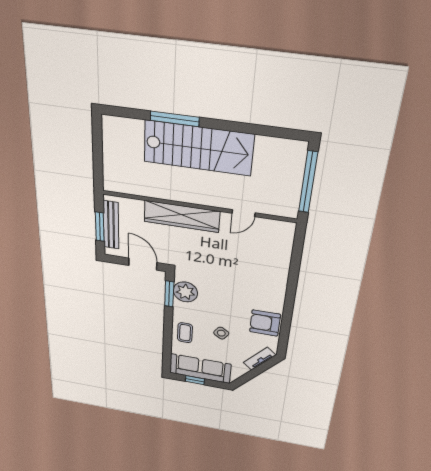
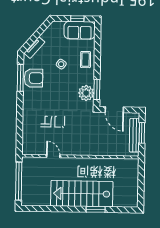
window: (175, 119) -> (96, 209), width x0.69
door: (244, 213) -> (53, 156), hinge flipped
wardrobe: (182, 216) -> (90, 148), removed
window: (285, 326) -> (20, 78), added
sofa: (200, 369) -> (80, 30), width x0.73

